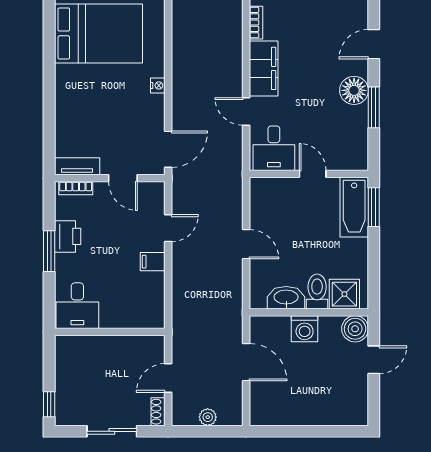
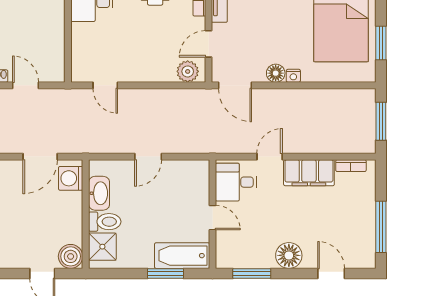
floor lamp: (155, 105) -> (276, 73), added
window: (374, 107) -> (252, 273), moved
door: (313, 174) -> (212, 218), hinge flipped
plant: (153, 201) -> (188, 71), added
window: (374, 207) -> (166, 273), moved
door: (168, 228) -> (105, 85), moved
filing cabinet: (153, 262) -> (132, 71), removed
washing machine: (305, 329) -> (71, 178), moved

